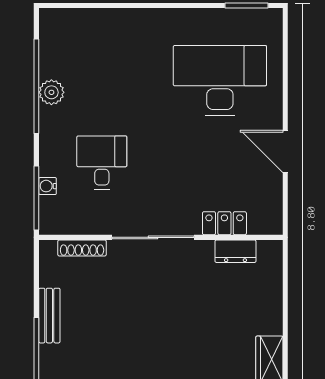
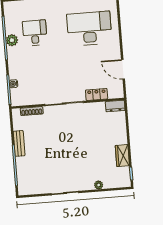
door: (285, 151) -> (123, 69), moved
desk: (102, 163) -> (35, 33), moved
dresser: (235, 251) -> (115, 106), moved

